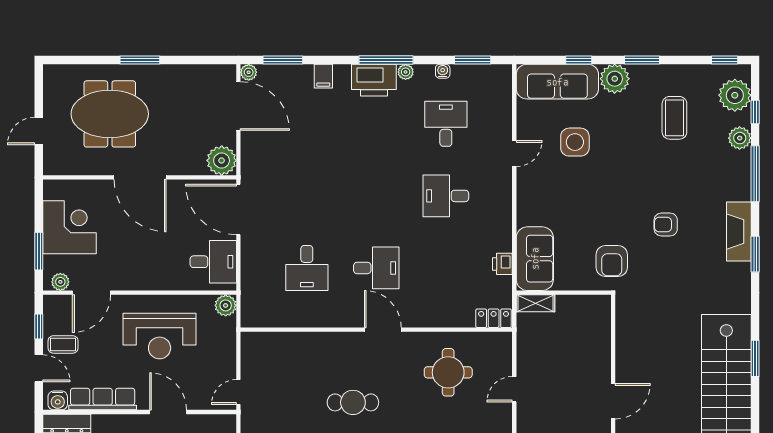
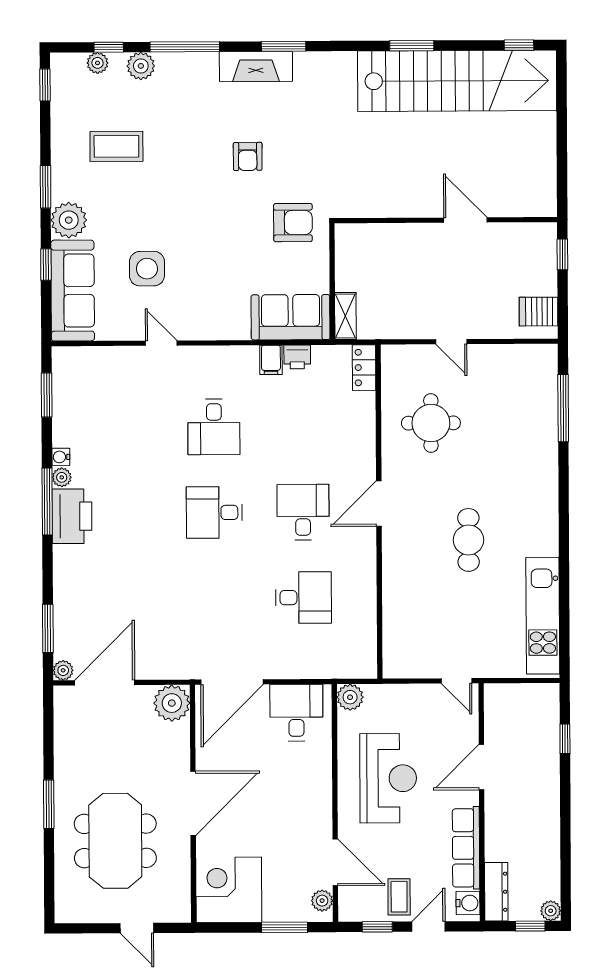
water cooler: (443, 71) -> (61, 457), moved
filing cabinet: (323, 76) -> (271, 360), moved, turned 90
plant: (735, 95) -> (98, 63), width x0.53, depth x0.53
desk: (446, 124) -> (214, 512), moved
corner desk: (69, 227) -> (229, 890), moved

